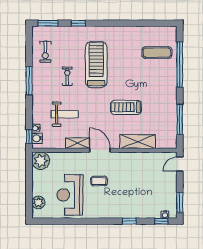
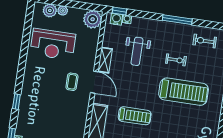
treadmill: (126, 107) -> (135, 116), turned 90
door: (100, 150) -> (94, 82), hinge flipped
coffee table: (99, 181) -> (72, 82), moved
plant: (37, 190) -> (63, 11), added
reception desk: (70, 195) -> (53, 44), turned 180

